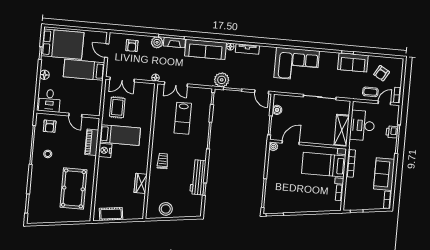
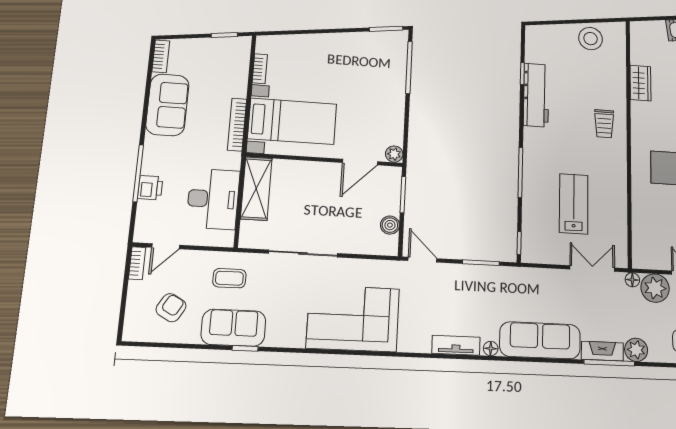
plant: (222, 80) -> (655, 288), moved
coffee table: (370, 92) -> (229, 278), moved

